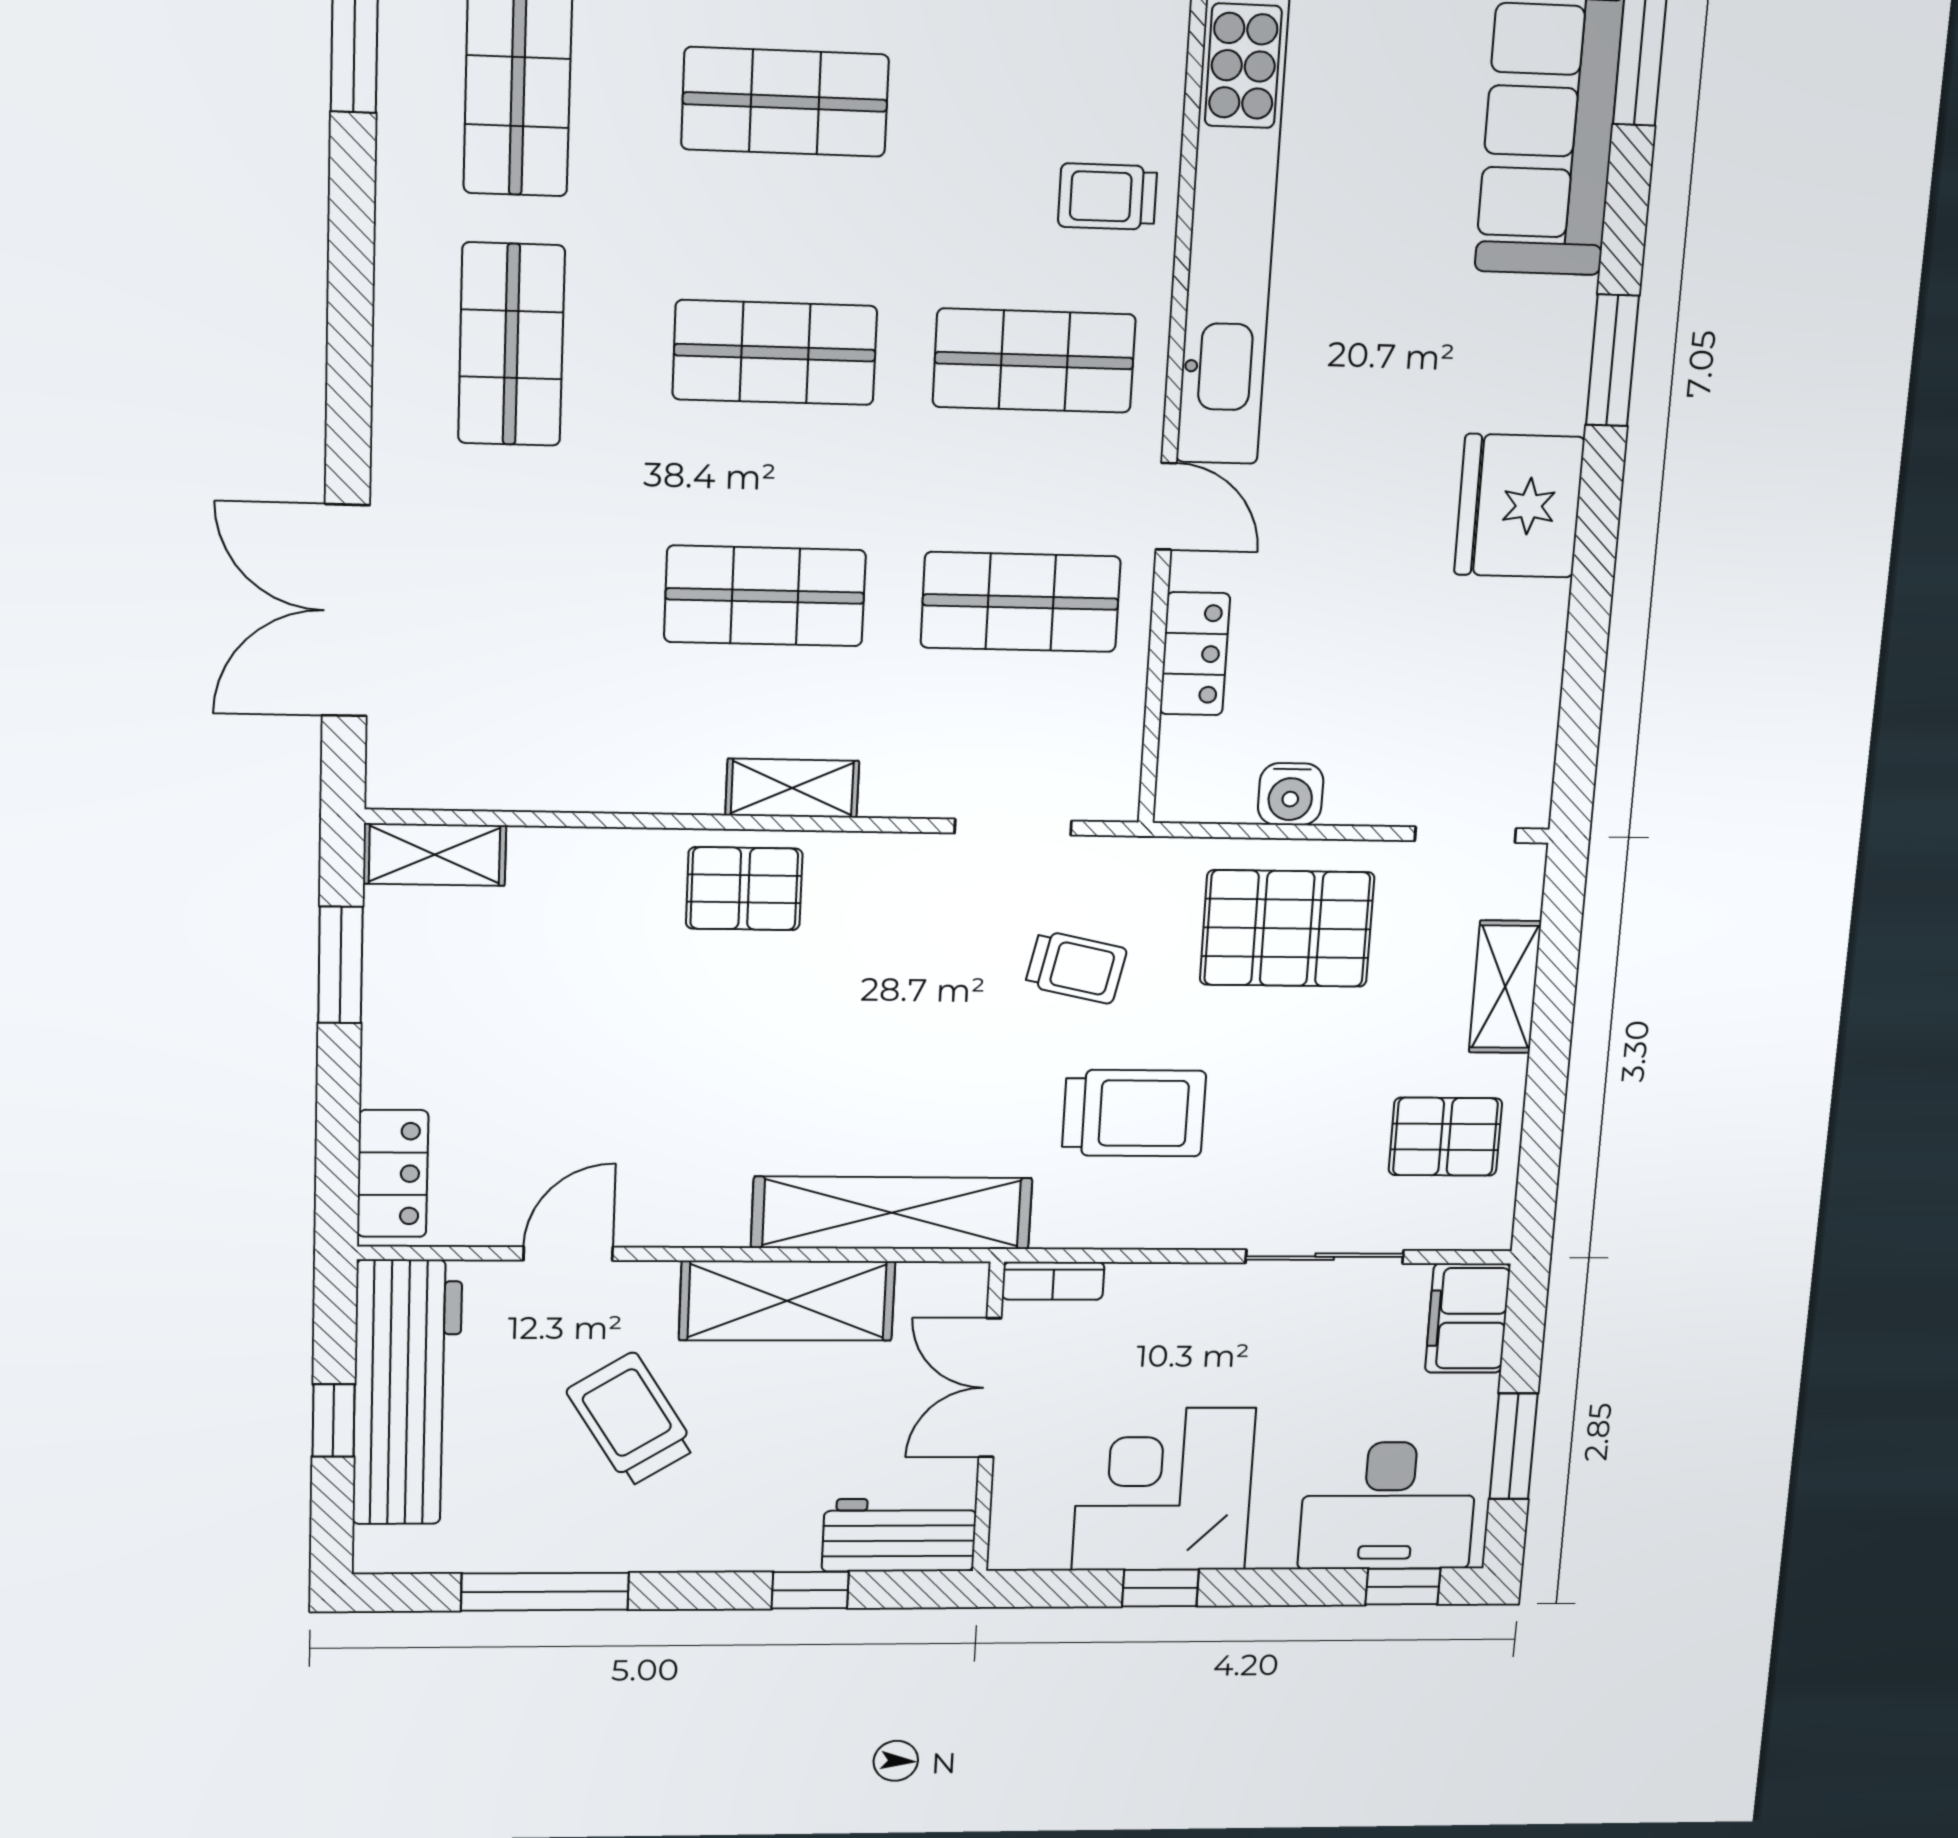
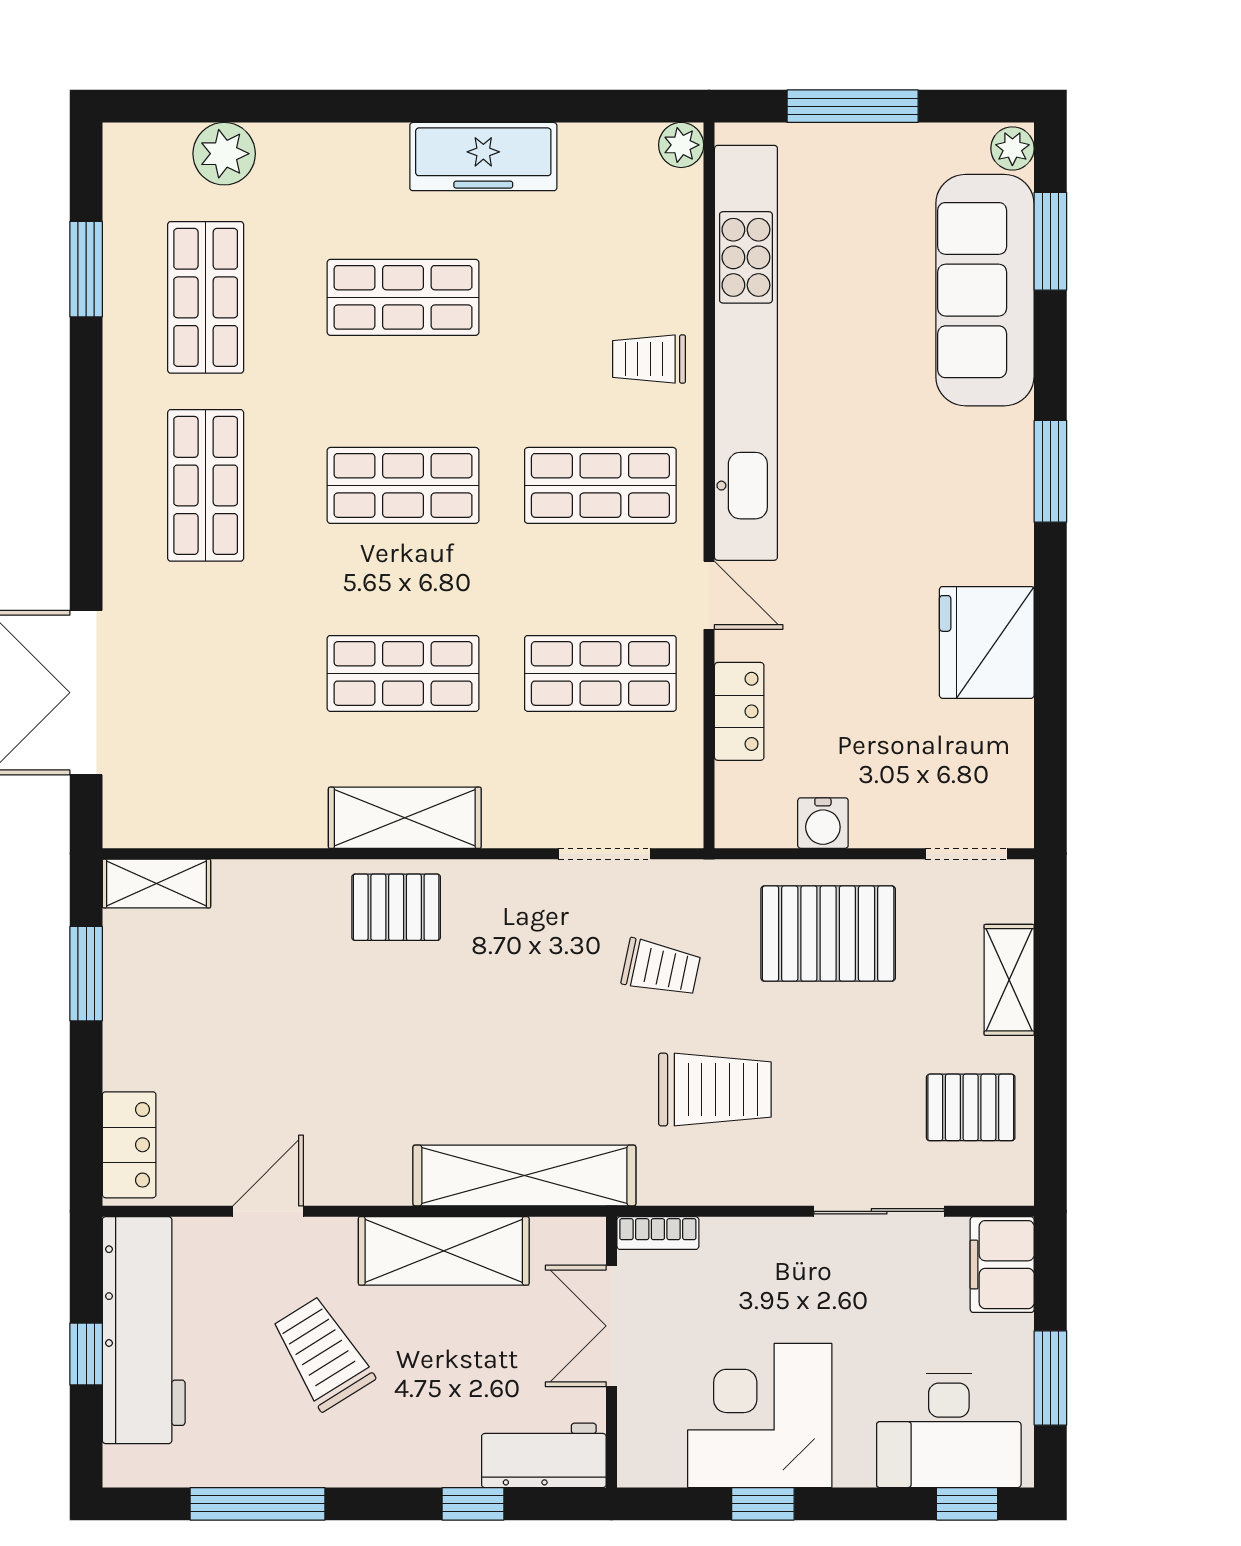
fridge: (1519, 506) -> (987, 642), moved
shelving: (792, 788) -> (405, 818), width x1.50, depth x1.33

